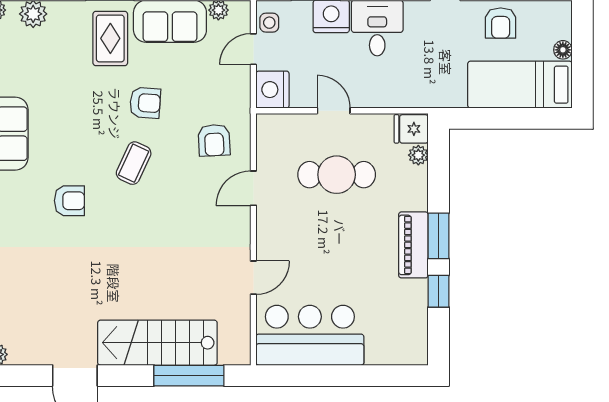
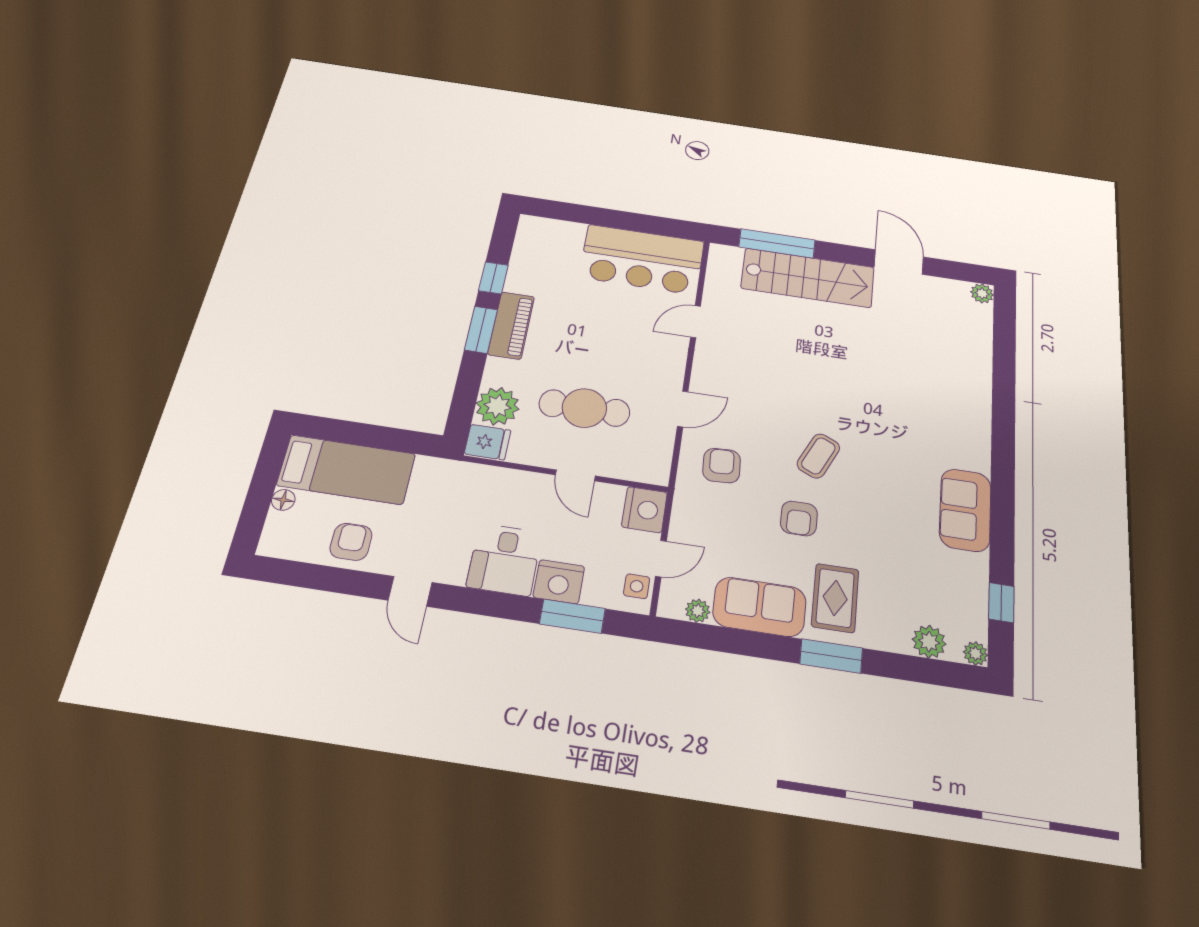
armchair: (145, 103) -> (799, 518), turned -94
plant: (418, 155) -> (498, 406), width x1.87, depth x1.87
armchair: (69, 201) -> (895, 428), removed

